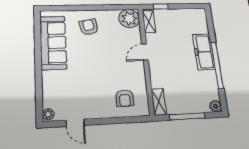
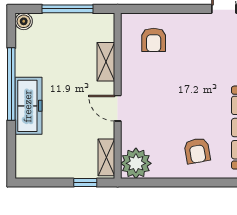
door: (145, 52) -> (118, 108), swing flipped
armchair: (125, 98) -> (154, 40), turned 180
shelving: (159, 102) -> (106, 62), moved

